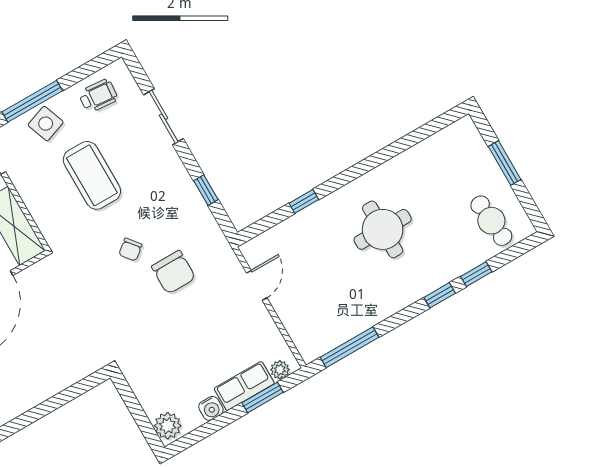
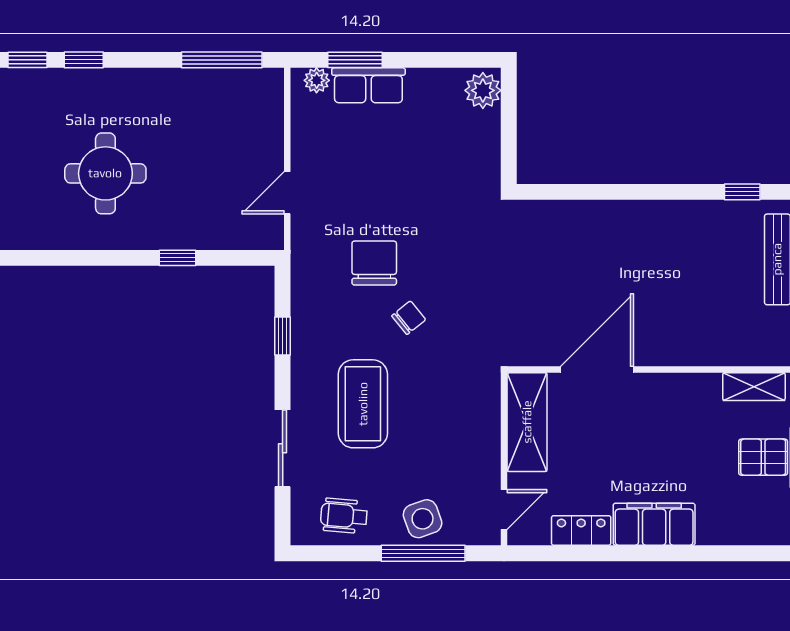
coffee table: (92, 175) -> (363, 404), moved
water cooler: (211, 408) -> (422, 82), removed

